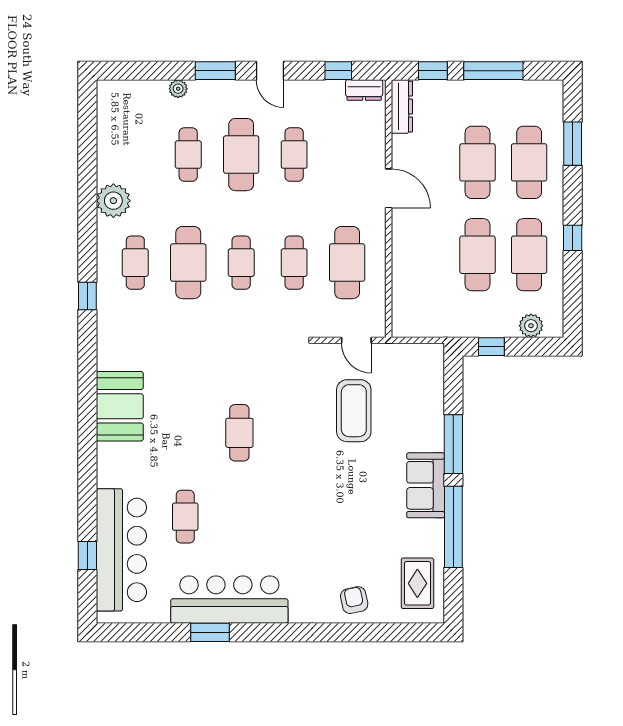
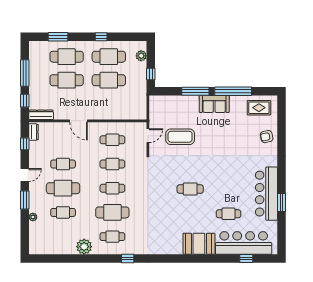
door: (389, 188) -> (78, 121), swing flipped
cafe table: (347, 263) -> (112, 140), width x0.73, depth x0.74
booth: (120, 406) -> (199, 244), moved

